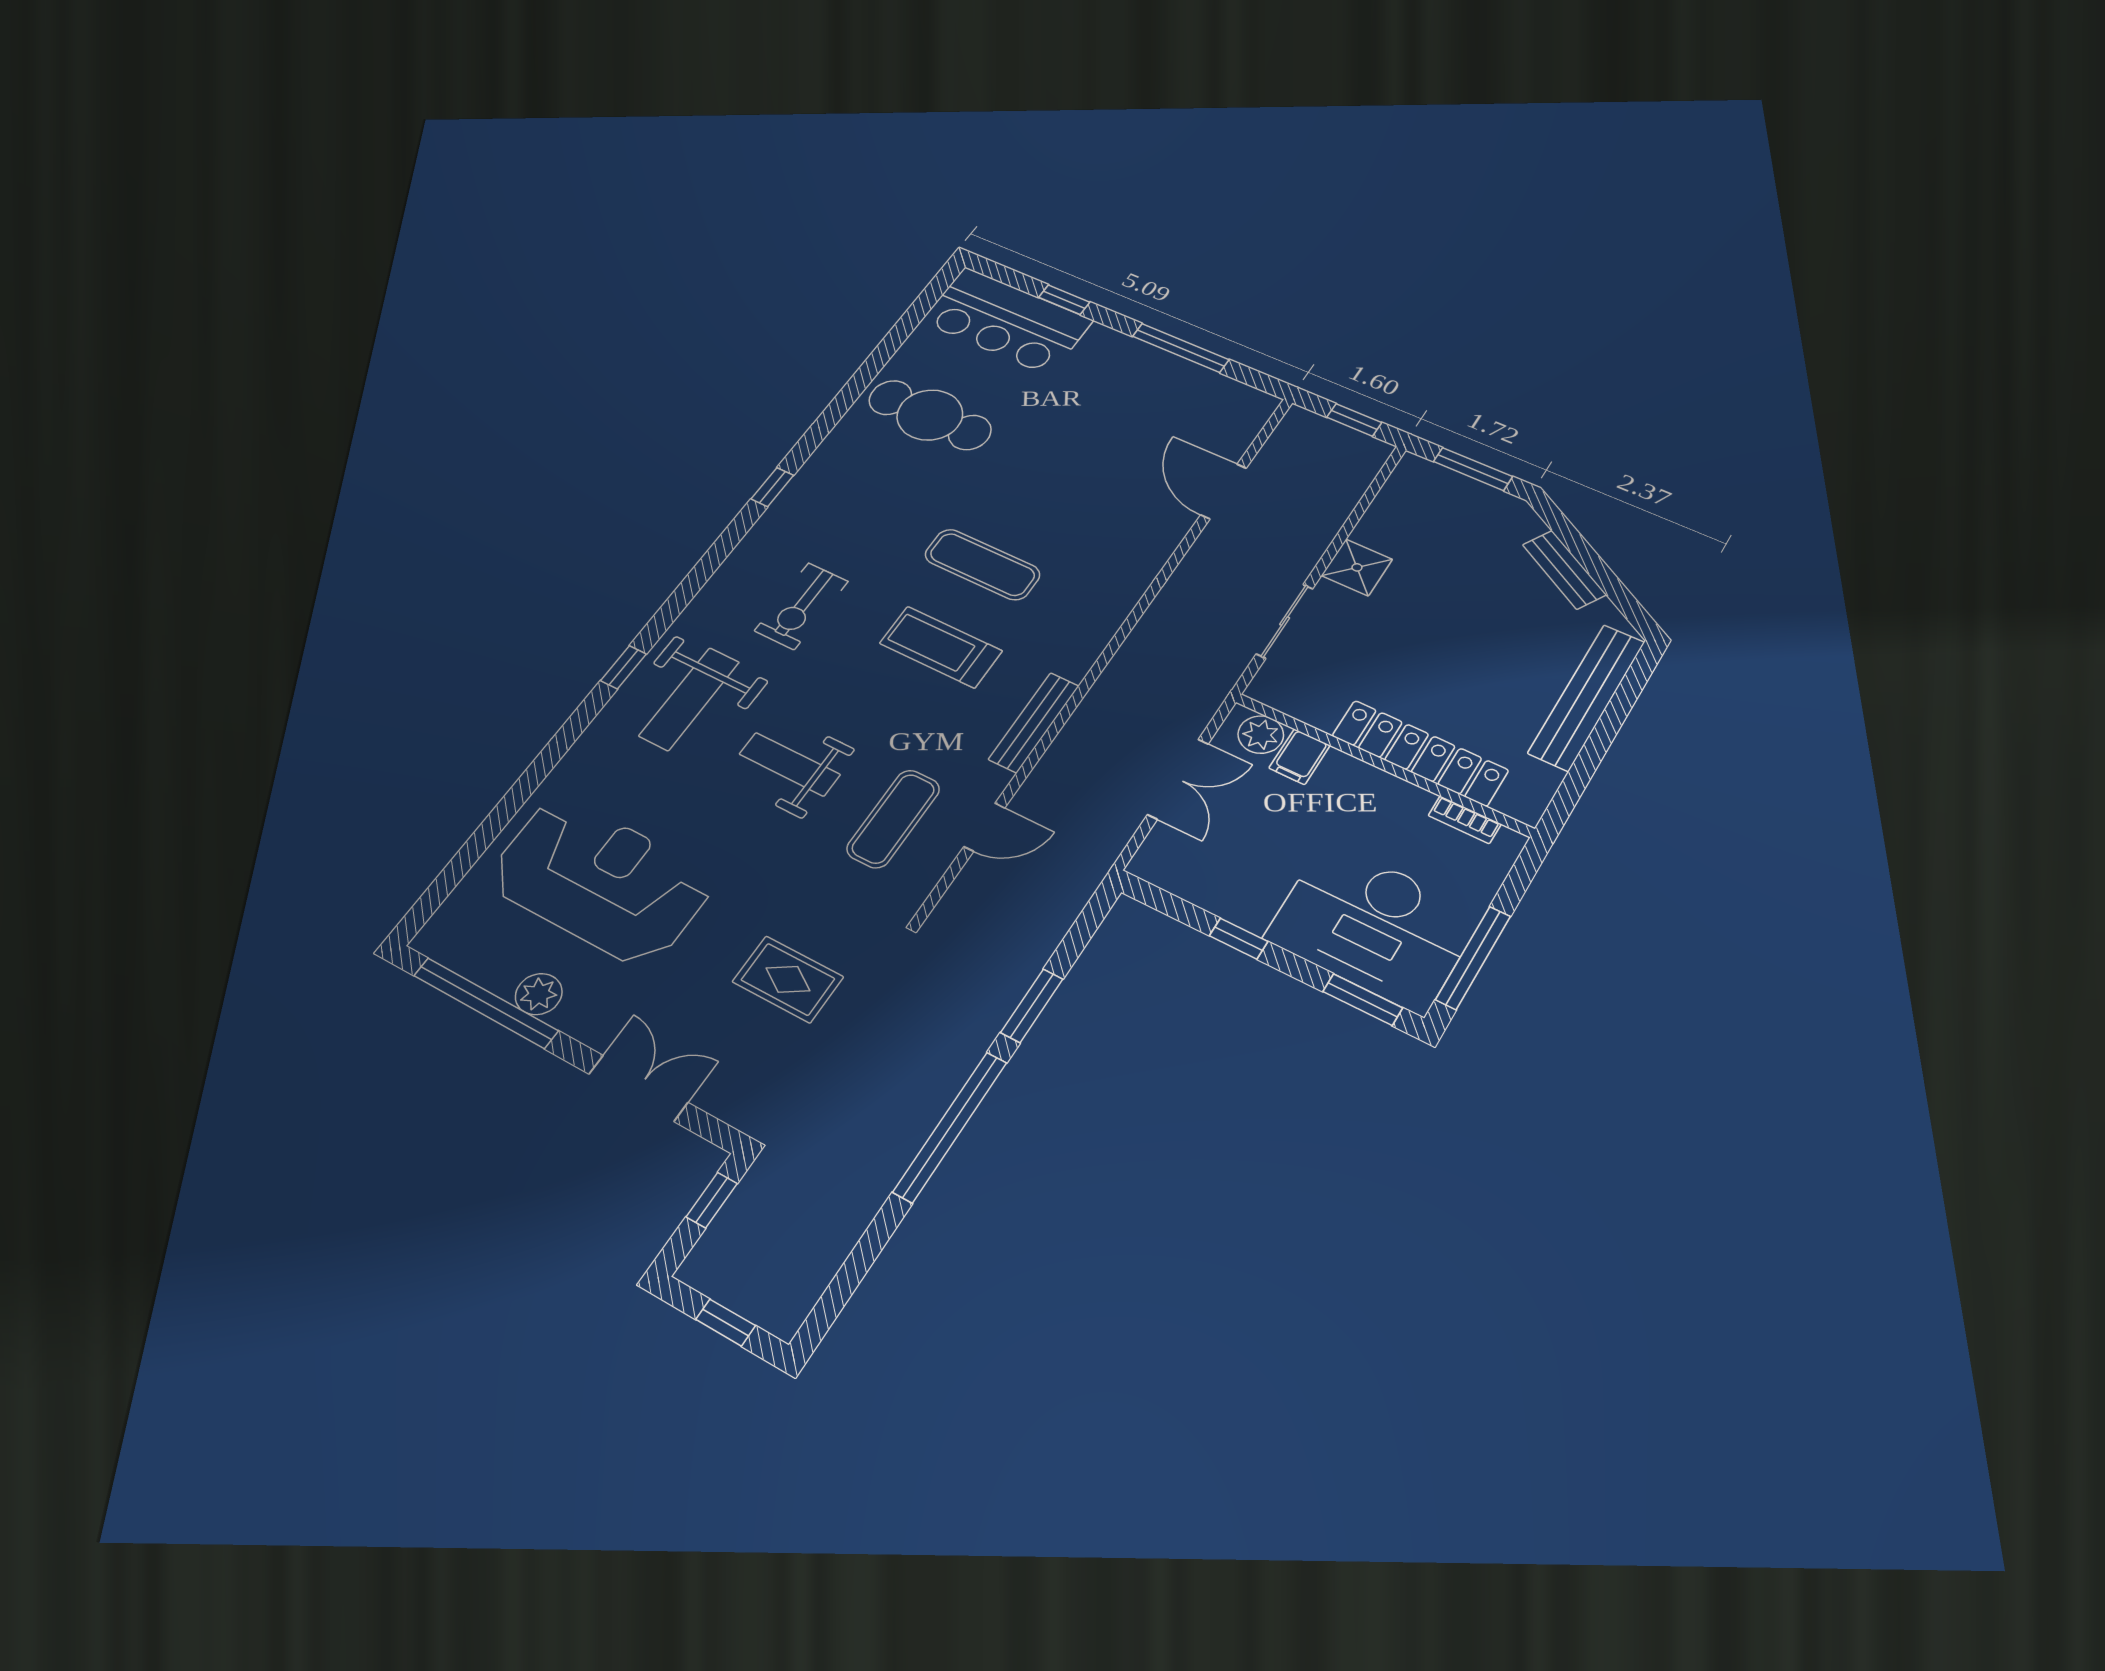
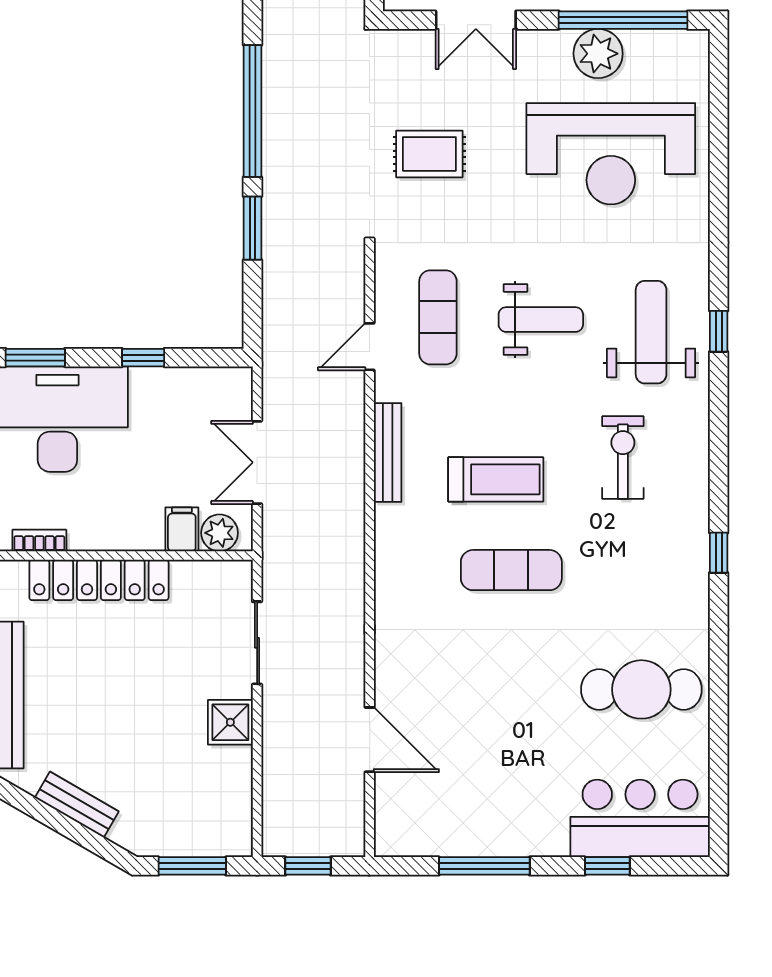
plant: (539, 994) -> (598, 54), width x1.36, depth x1.36

